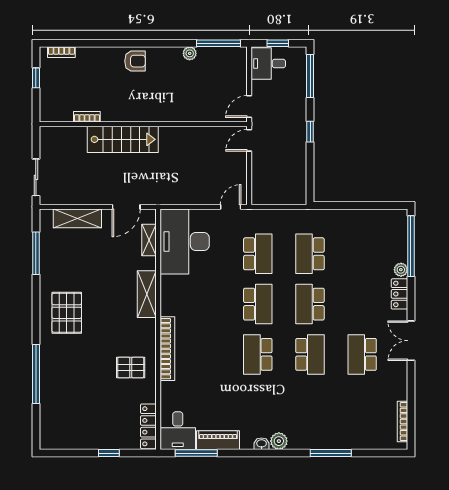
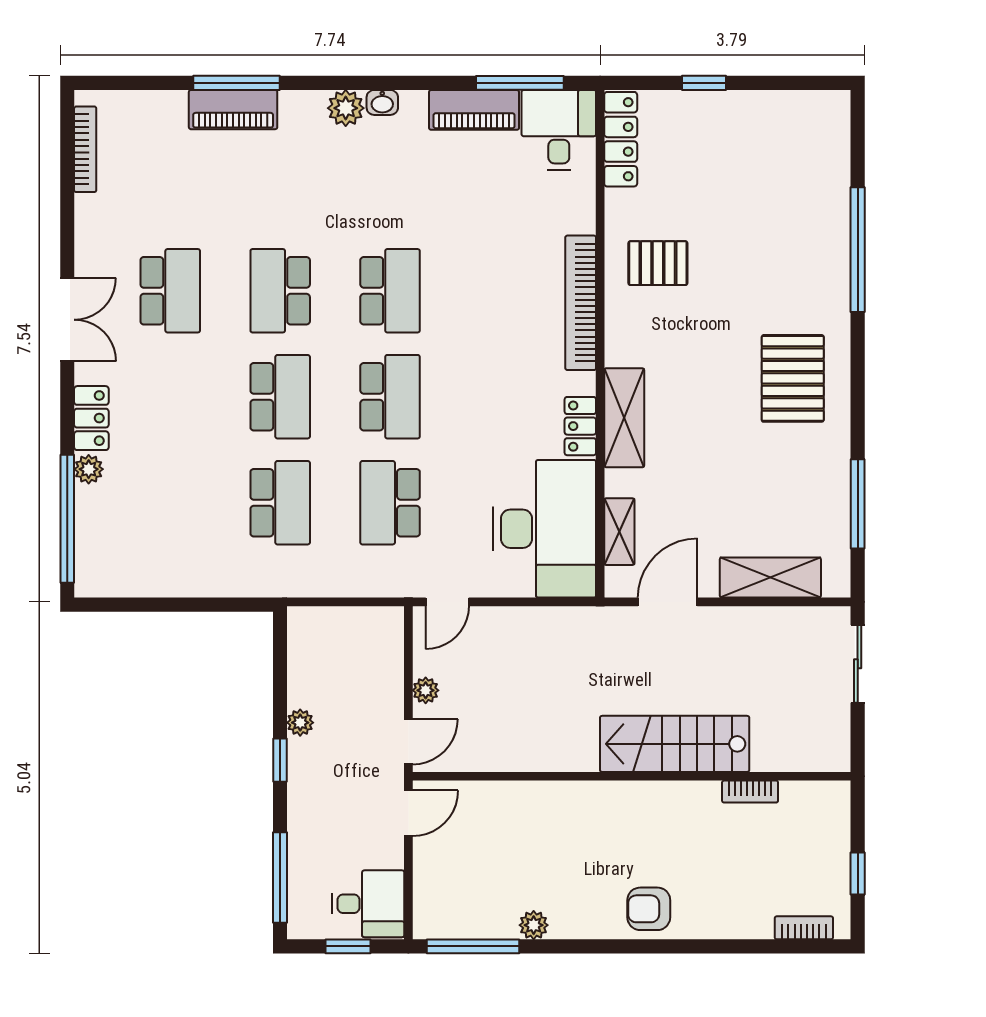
plant: (300, 150) -> (300, 723), added
plant: (241, 165) -> (426, 690), added
locker: (168, 290) -> (580, 426), added
school desk: (258, 304) -> (390, 397), turned 180
piano: (332, 440) -> (233, 110), added

